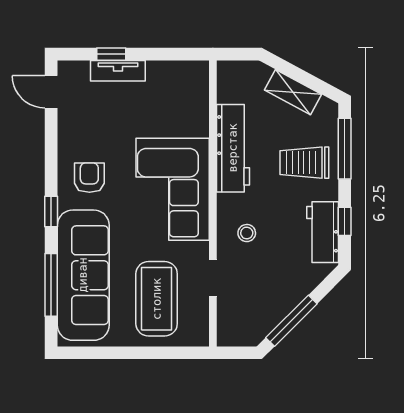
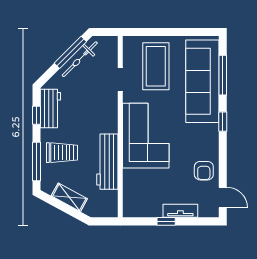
window: (111, 54) -> (166, 221), moved
armchair: (89, 178) -> (204, 171), moved
stool: (247, 233) -> (99, 108), removed
bicycle: (277, 310) -> (80, 59), added

